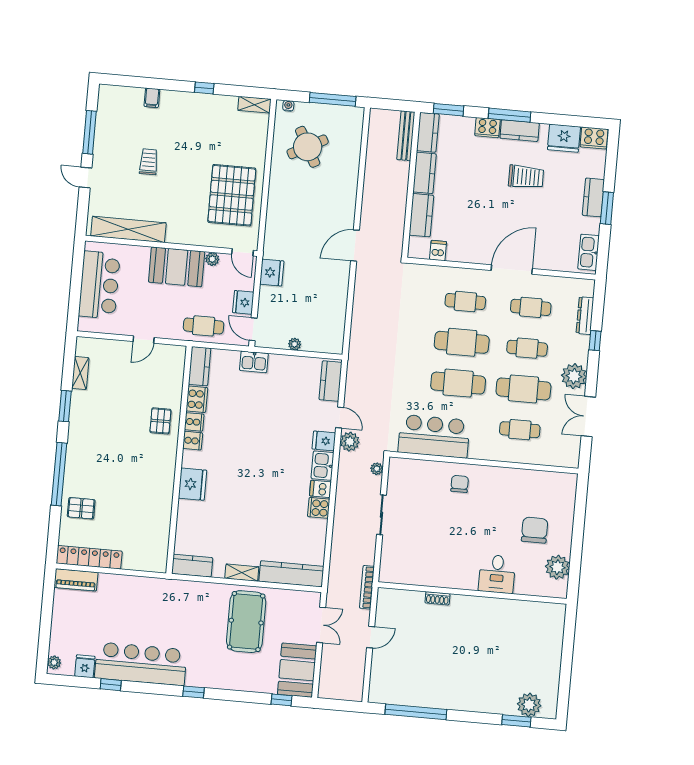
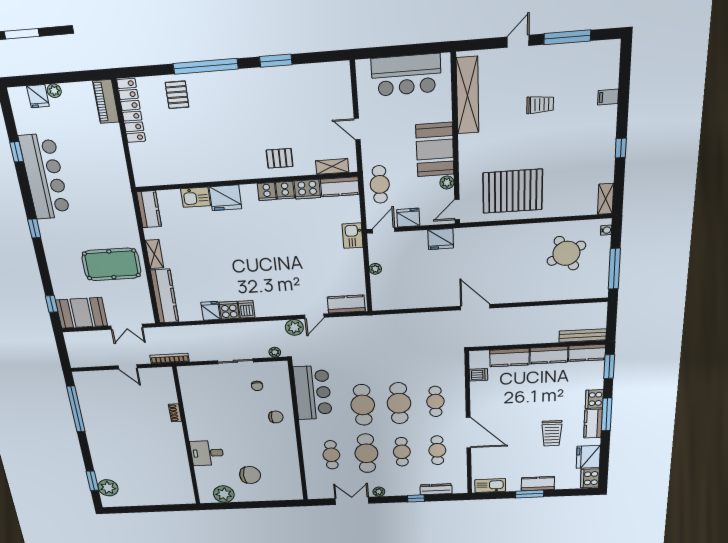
shelving: (80, 373) -> (332, 166), moved
plant: (574, 376) -> (379, 492), width x0.53, depth x0.53
fridge: (324, 441) -> (211, 311), moved
kitchen sink: (323, 466) -> (196, 197), moved, turned 180
chair: (416, 497) -> (257, 386), added
plant: (54, 662) -> (54, 91), moved
fridge: (85, 666) -> (38, 96), moved, turned 90

